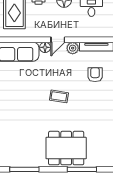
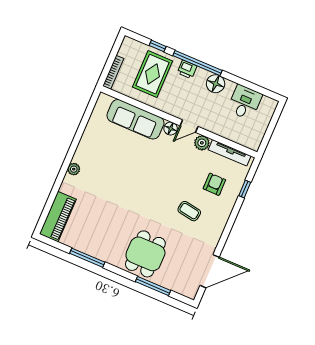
coffee table: (59, 96) -> (189, 211), moved
dining table: (66, 148) -> (145, 254), width x0.73

